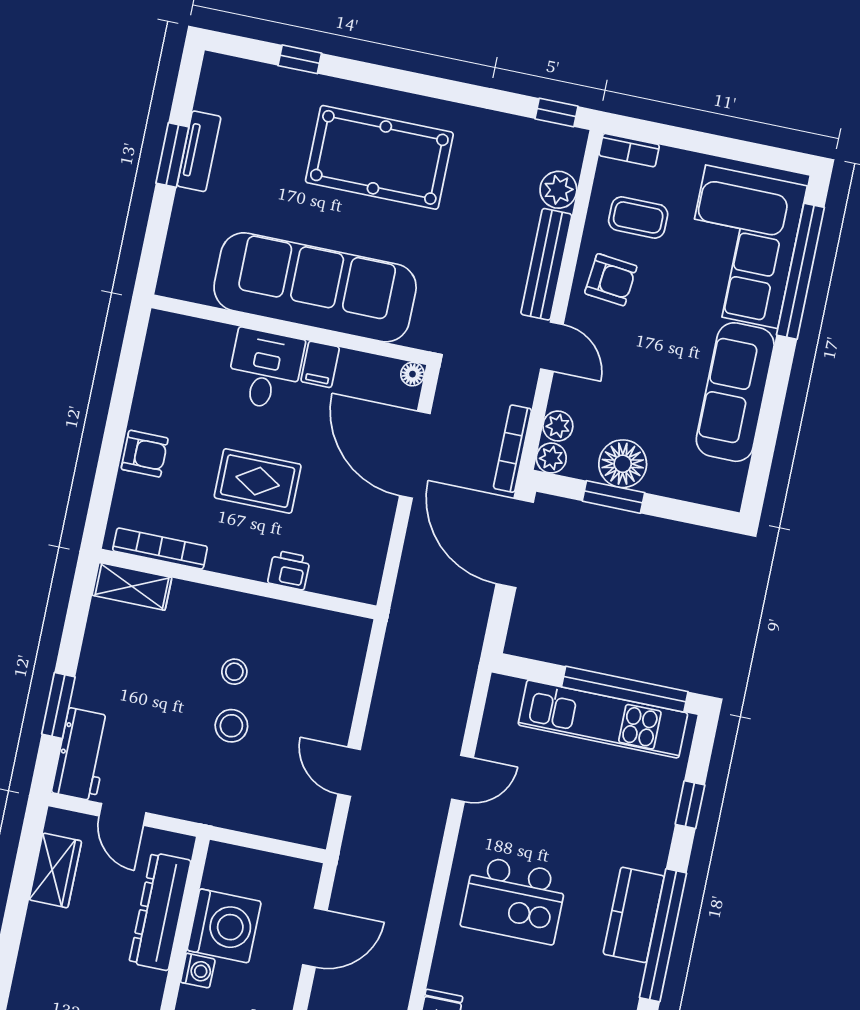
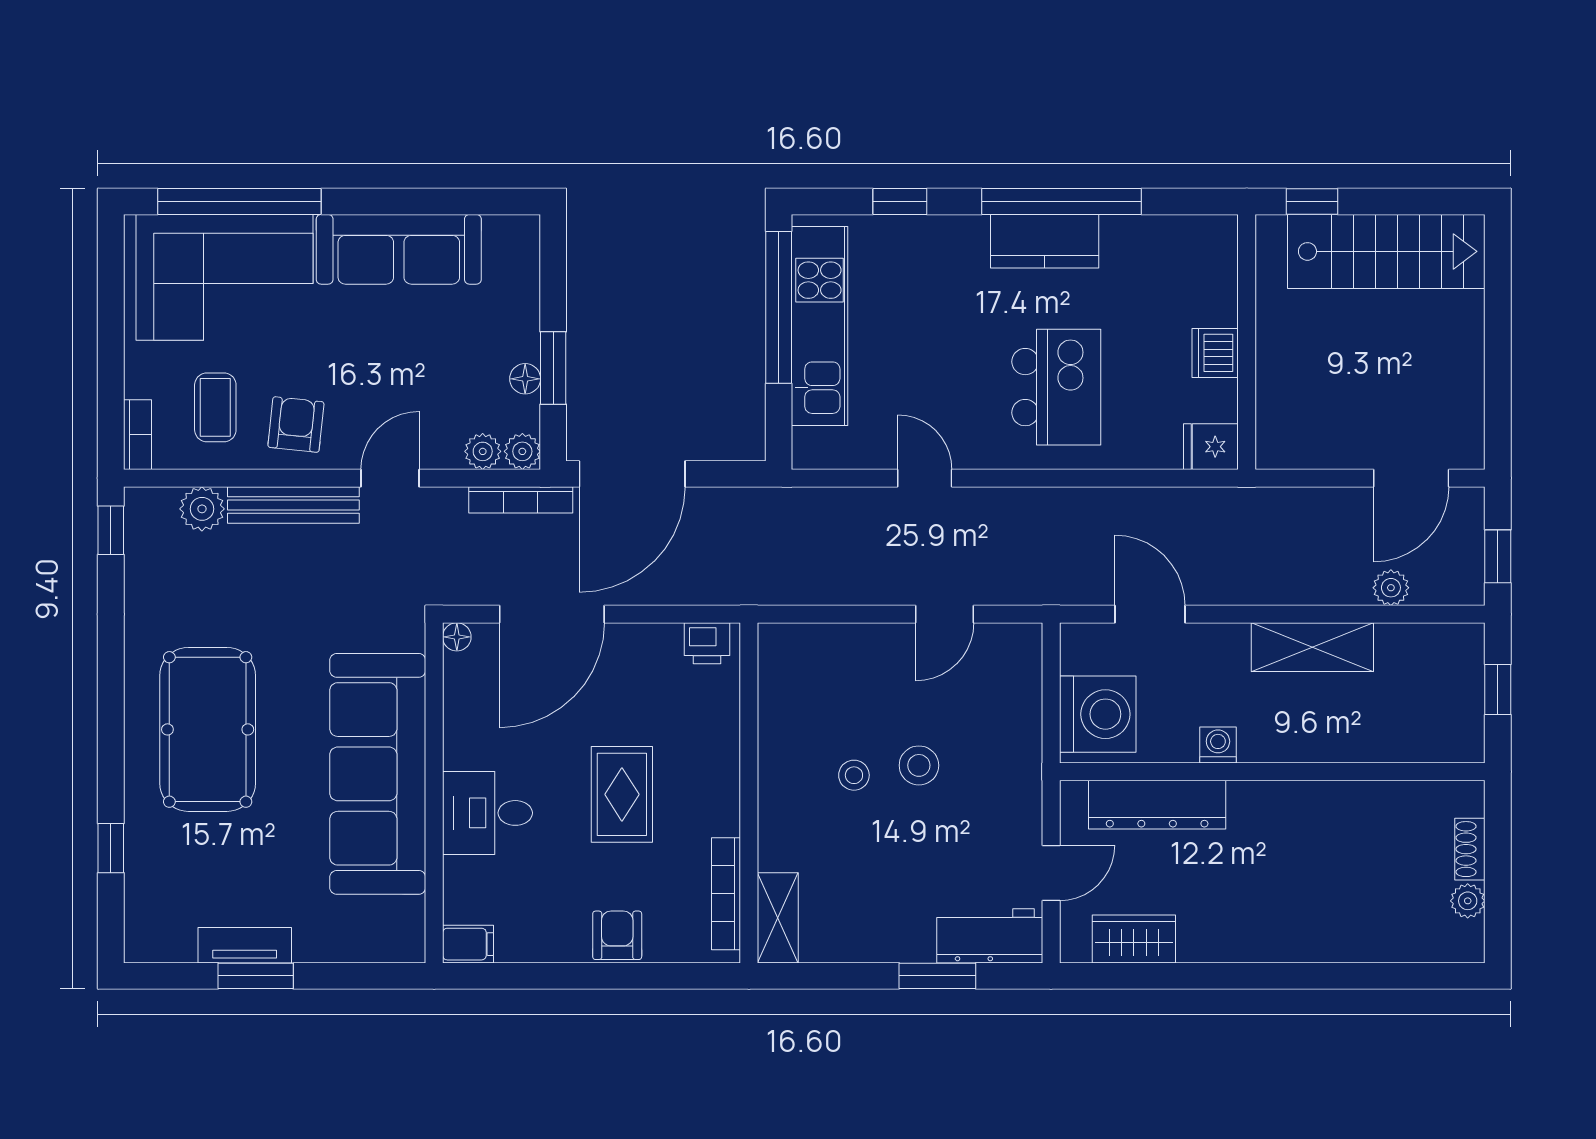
filing cabinet: (320, 364) -> (468, 944), moved
floor lamp: (623, 464) -> (525, 379), width x0.53, depth x0.53
printer: (289, 570) -> (707, 643), moved, turned -90
washing machine: (224, 926) -> (1098, 714), moved, turned 90

